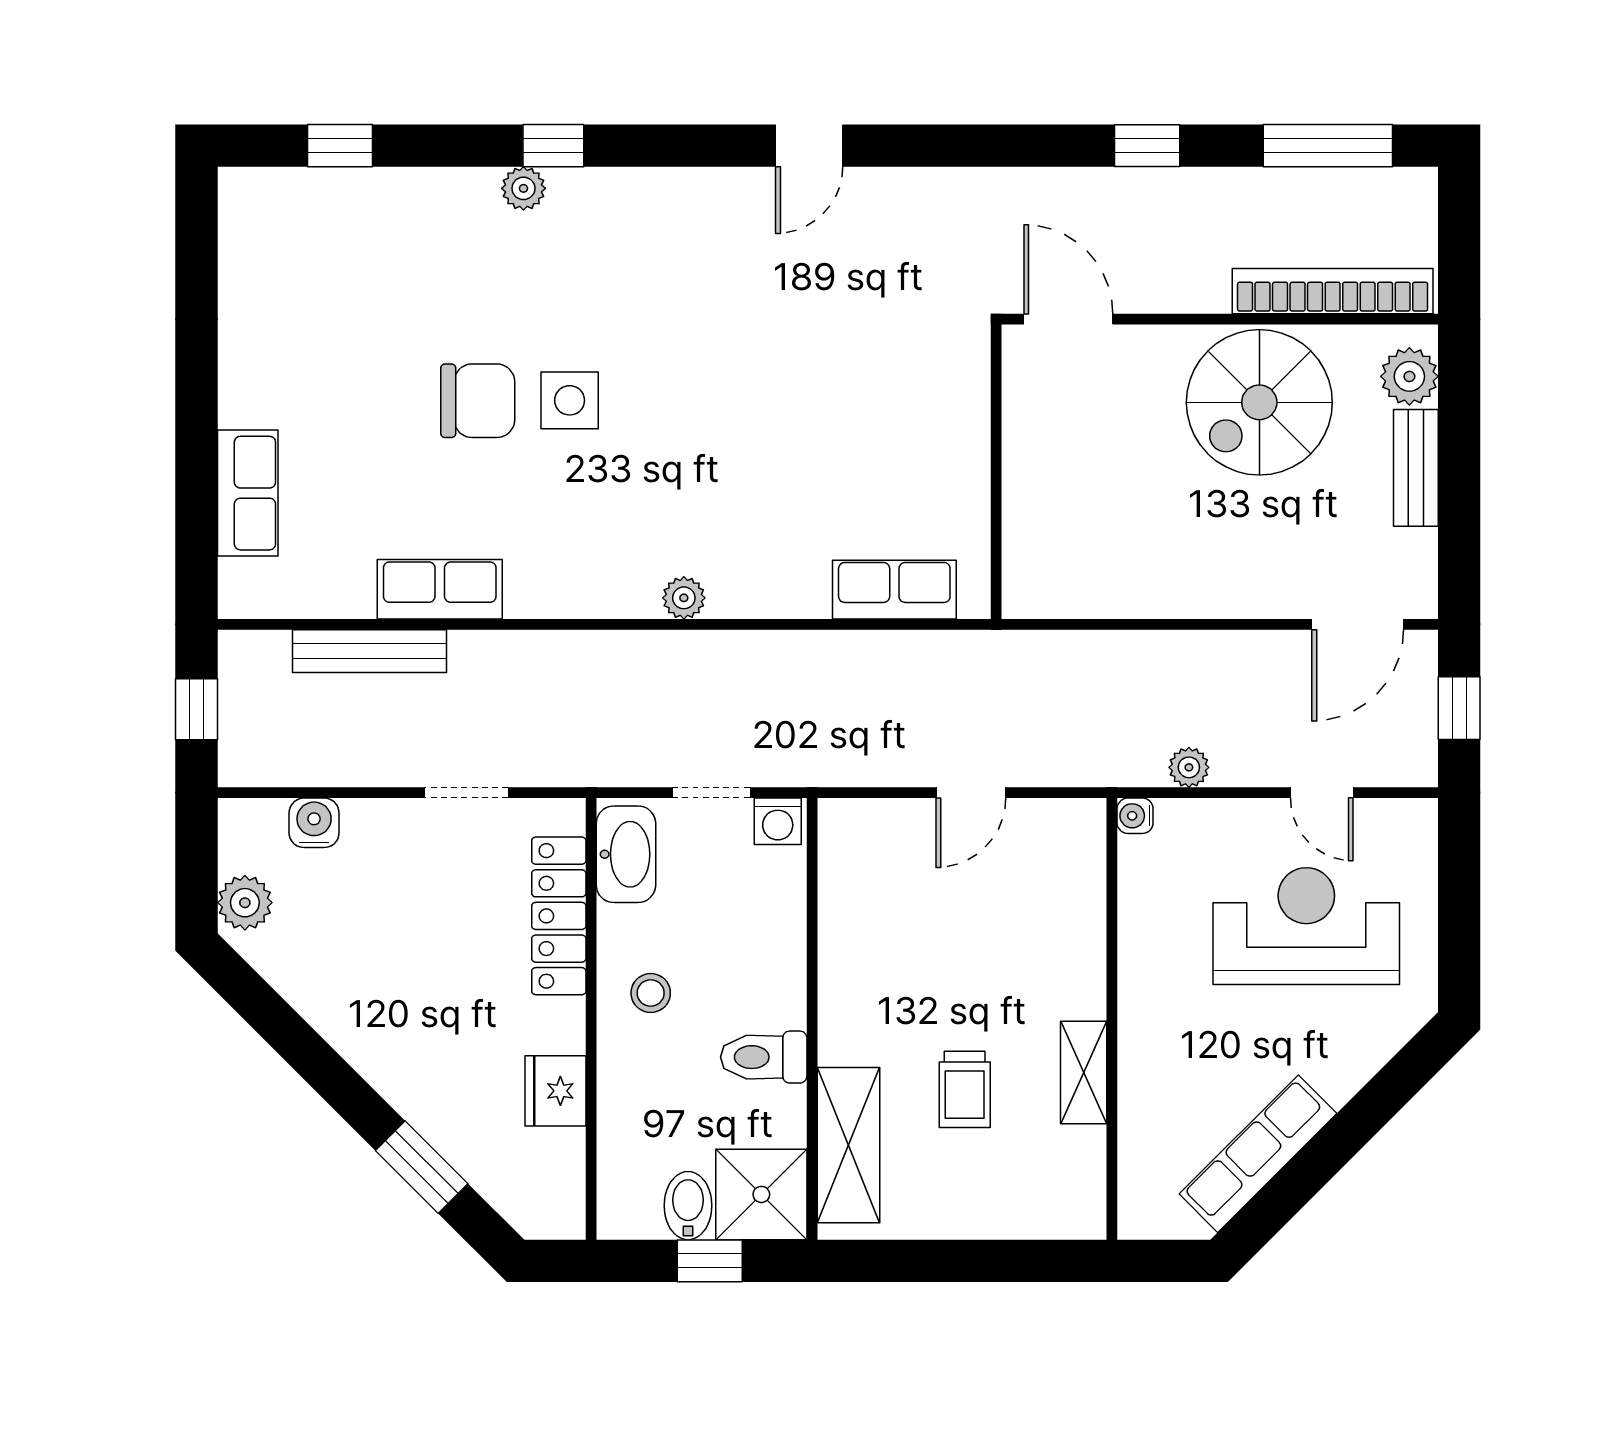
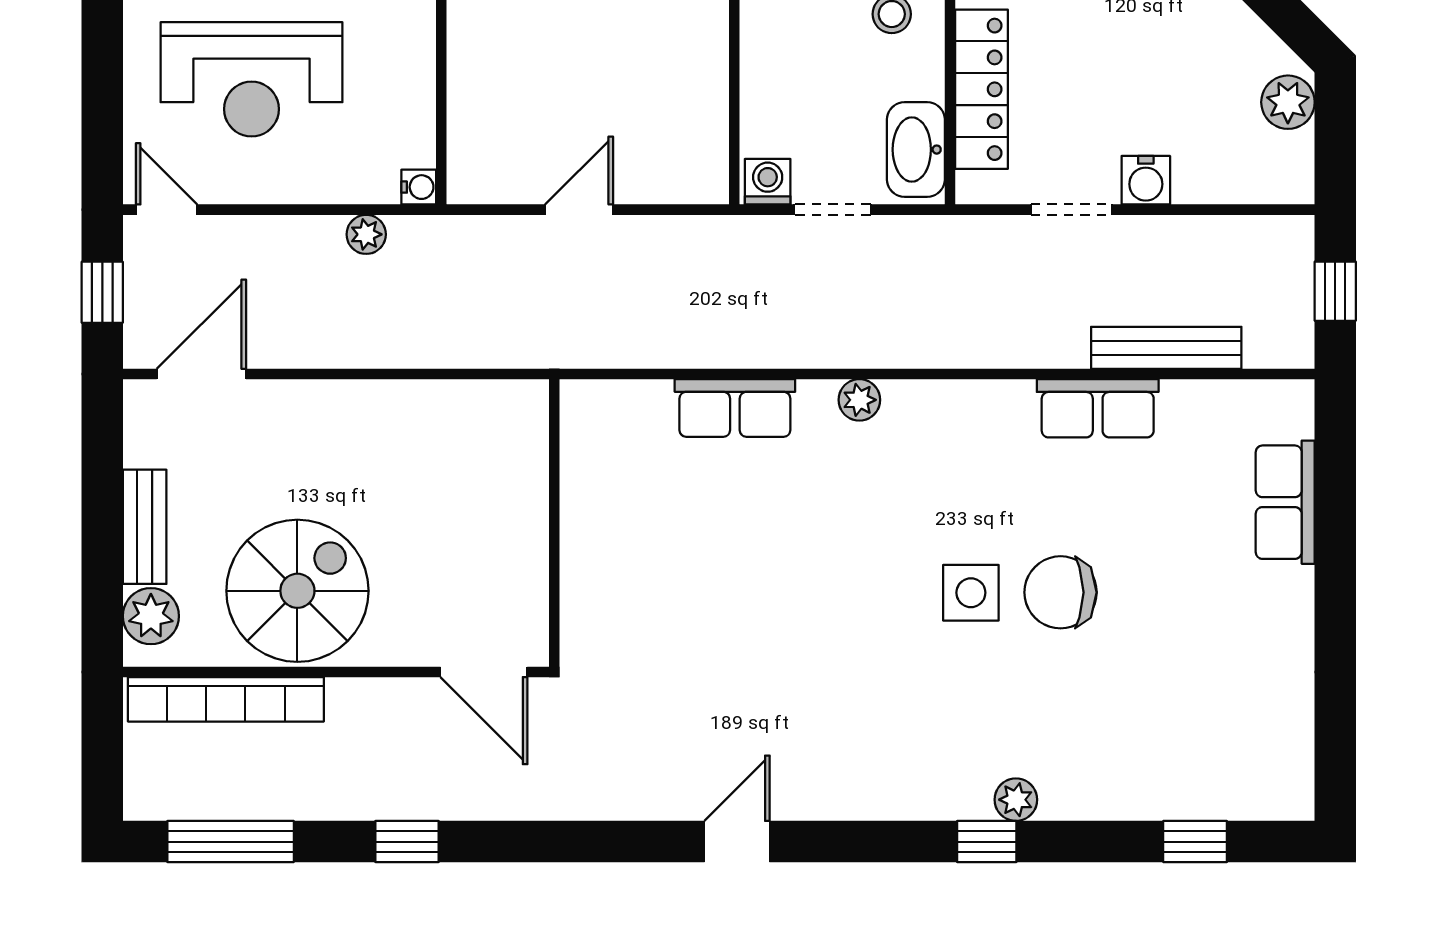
row of seats: (894, 590) -> (735, 408), moved
door: (1322, 793) -> (166, 210), moved
water cooler: (314, 823) -> (1146, 180), moved

